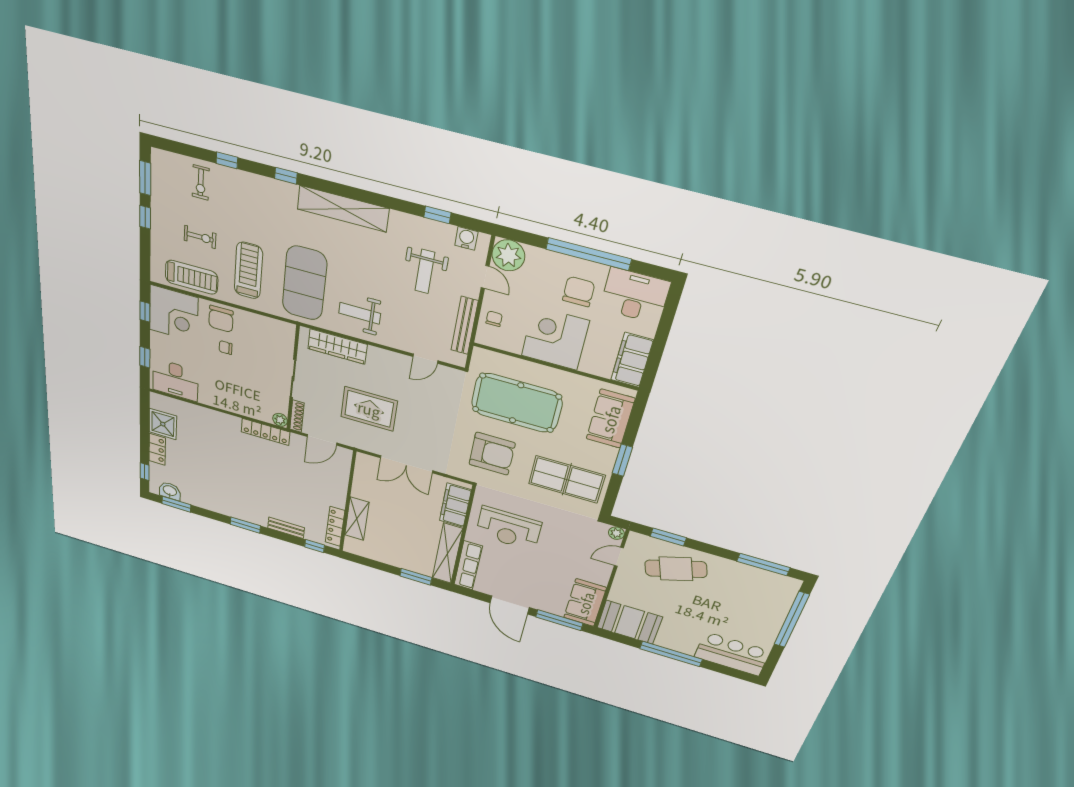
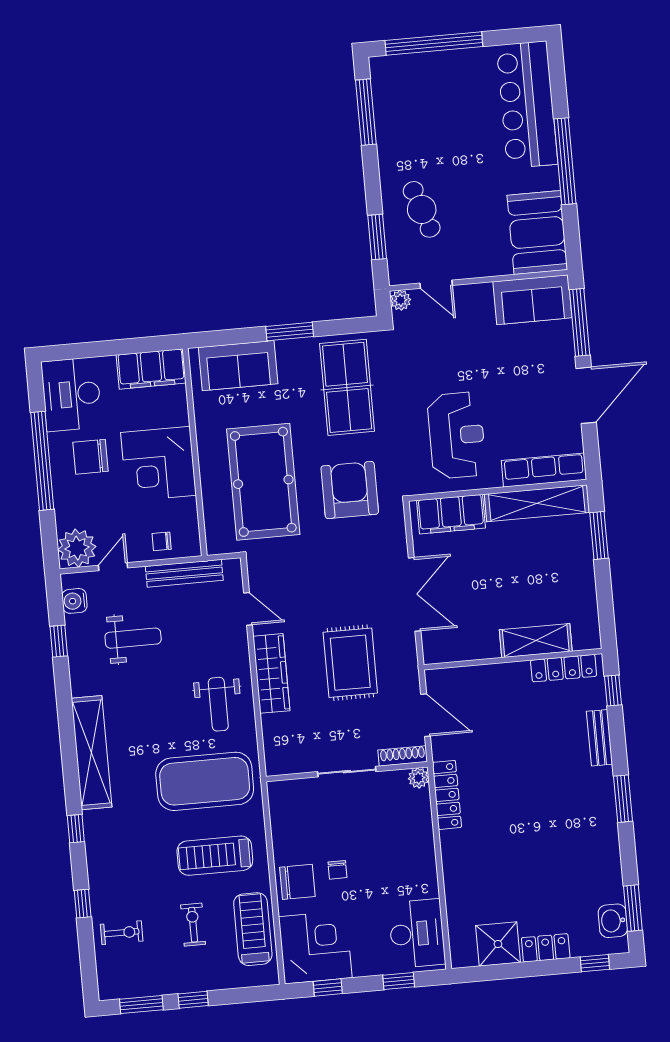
wardrobe: (338, 347) -> (271, 673), moved
cafe table: (676, 569) -> (422, 209), width x0.73, depth x0.74
bar counter: (732, 654) -> (527, 105), width x1.36

